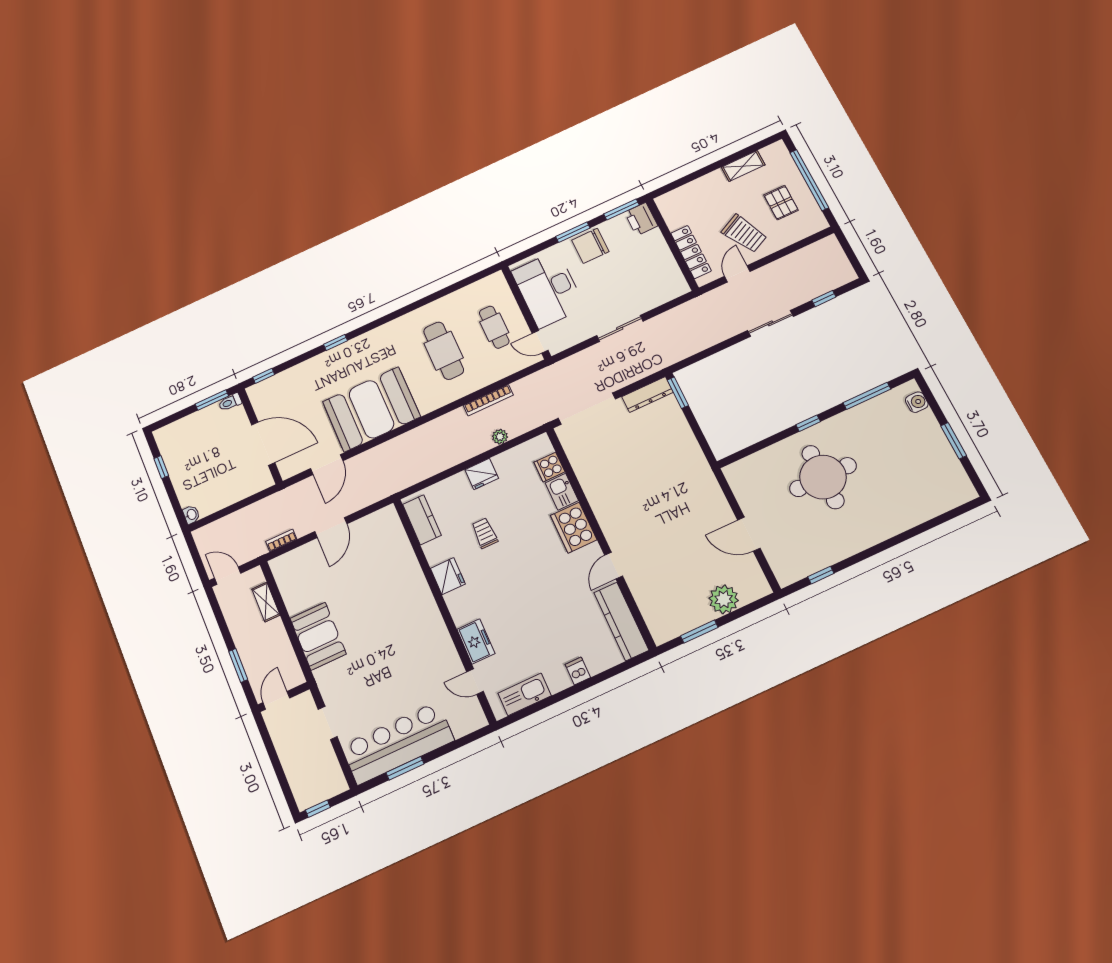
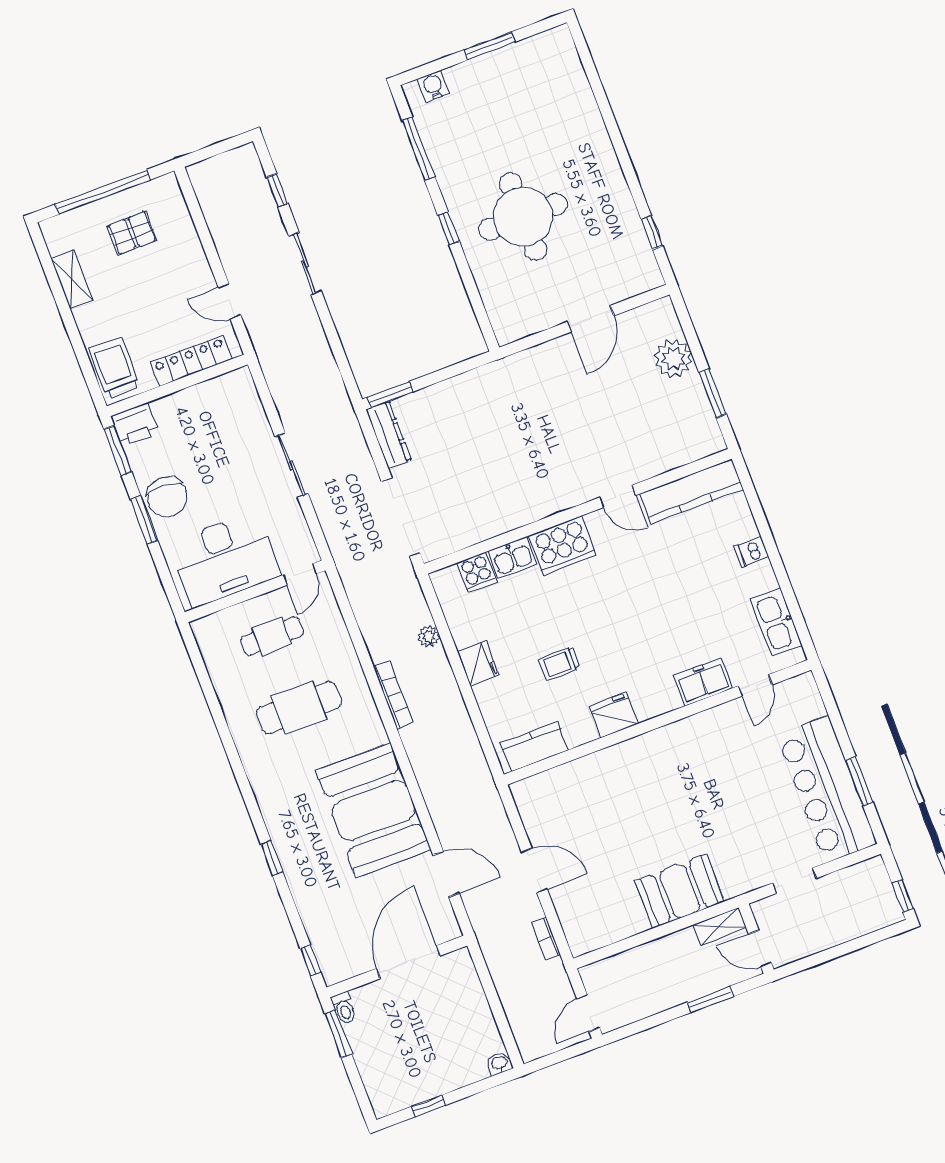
trolley: (744, 234) -> (115, 368), moved, turned -63
bookcase: (488, 400) -> (393, 695), moved
shelving: (266, 602) -> (720, 926), moved

